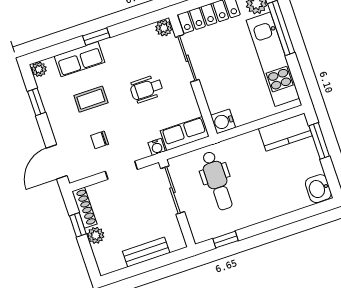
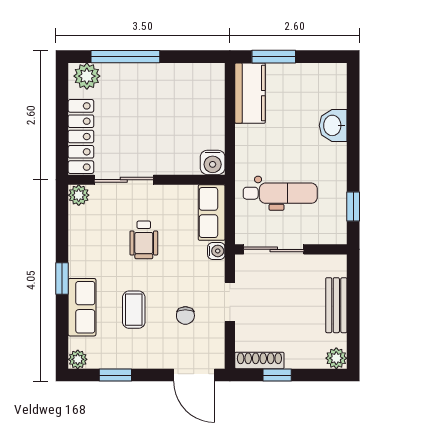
kitchen unit: (273, 59) -> (159, 79), removed
washbasin: (318, 189) -> (333, 125), moved, turned 90
plant: (96, 235) -> (336, 358), moved

